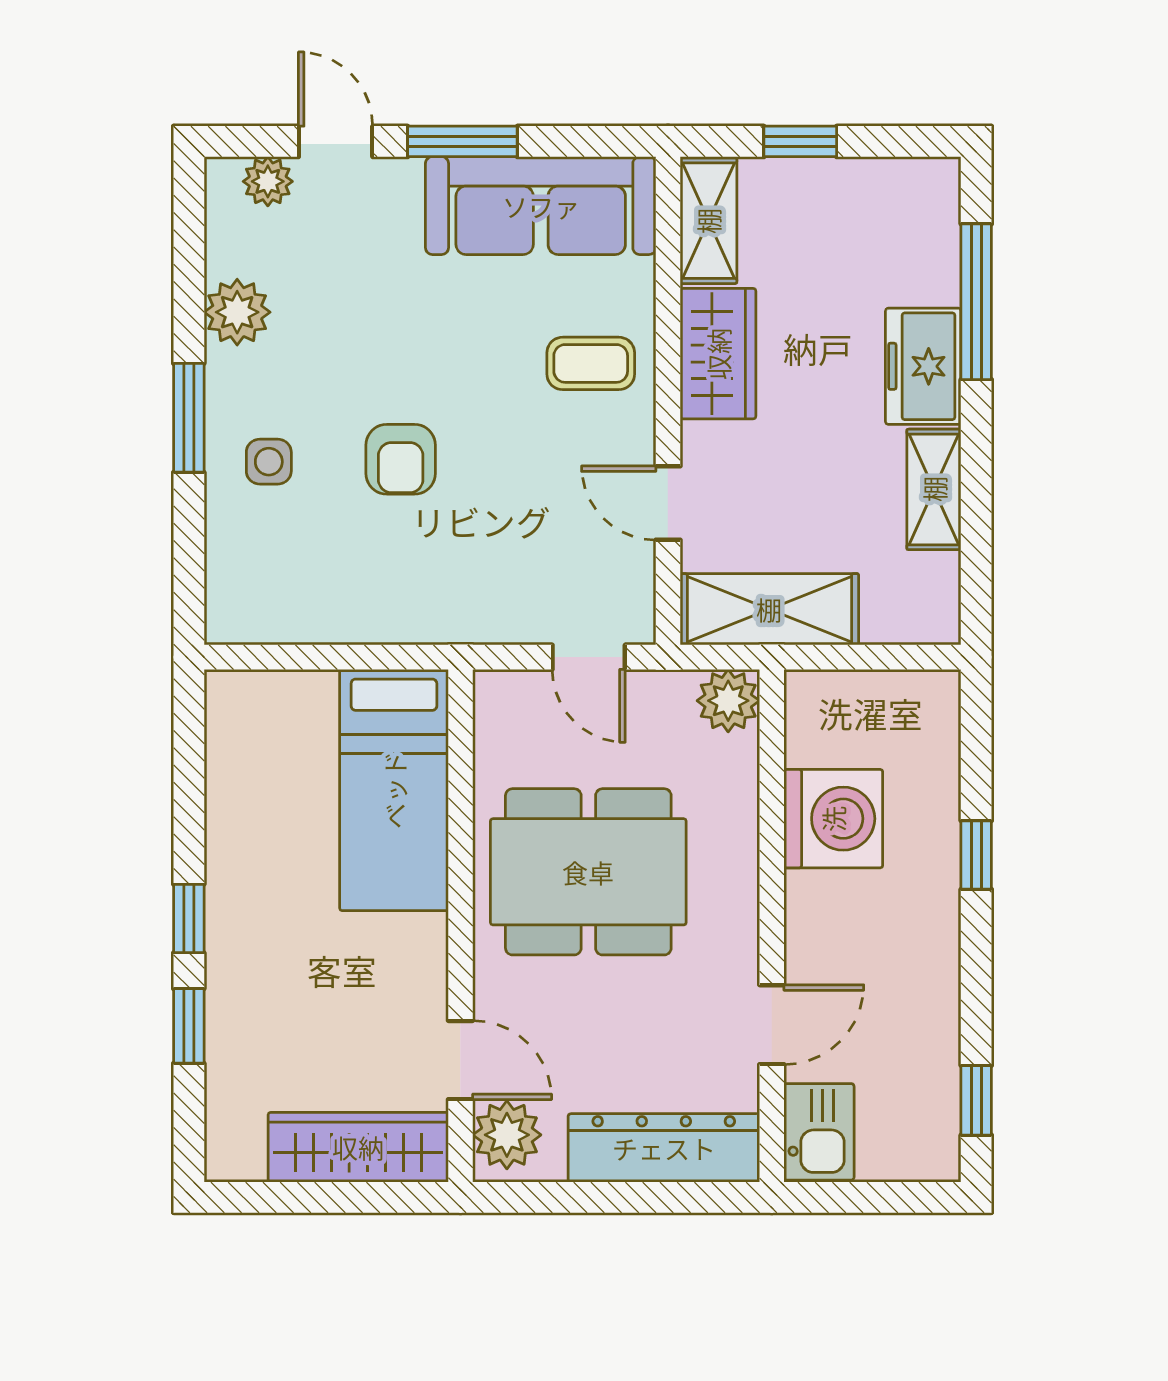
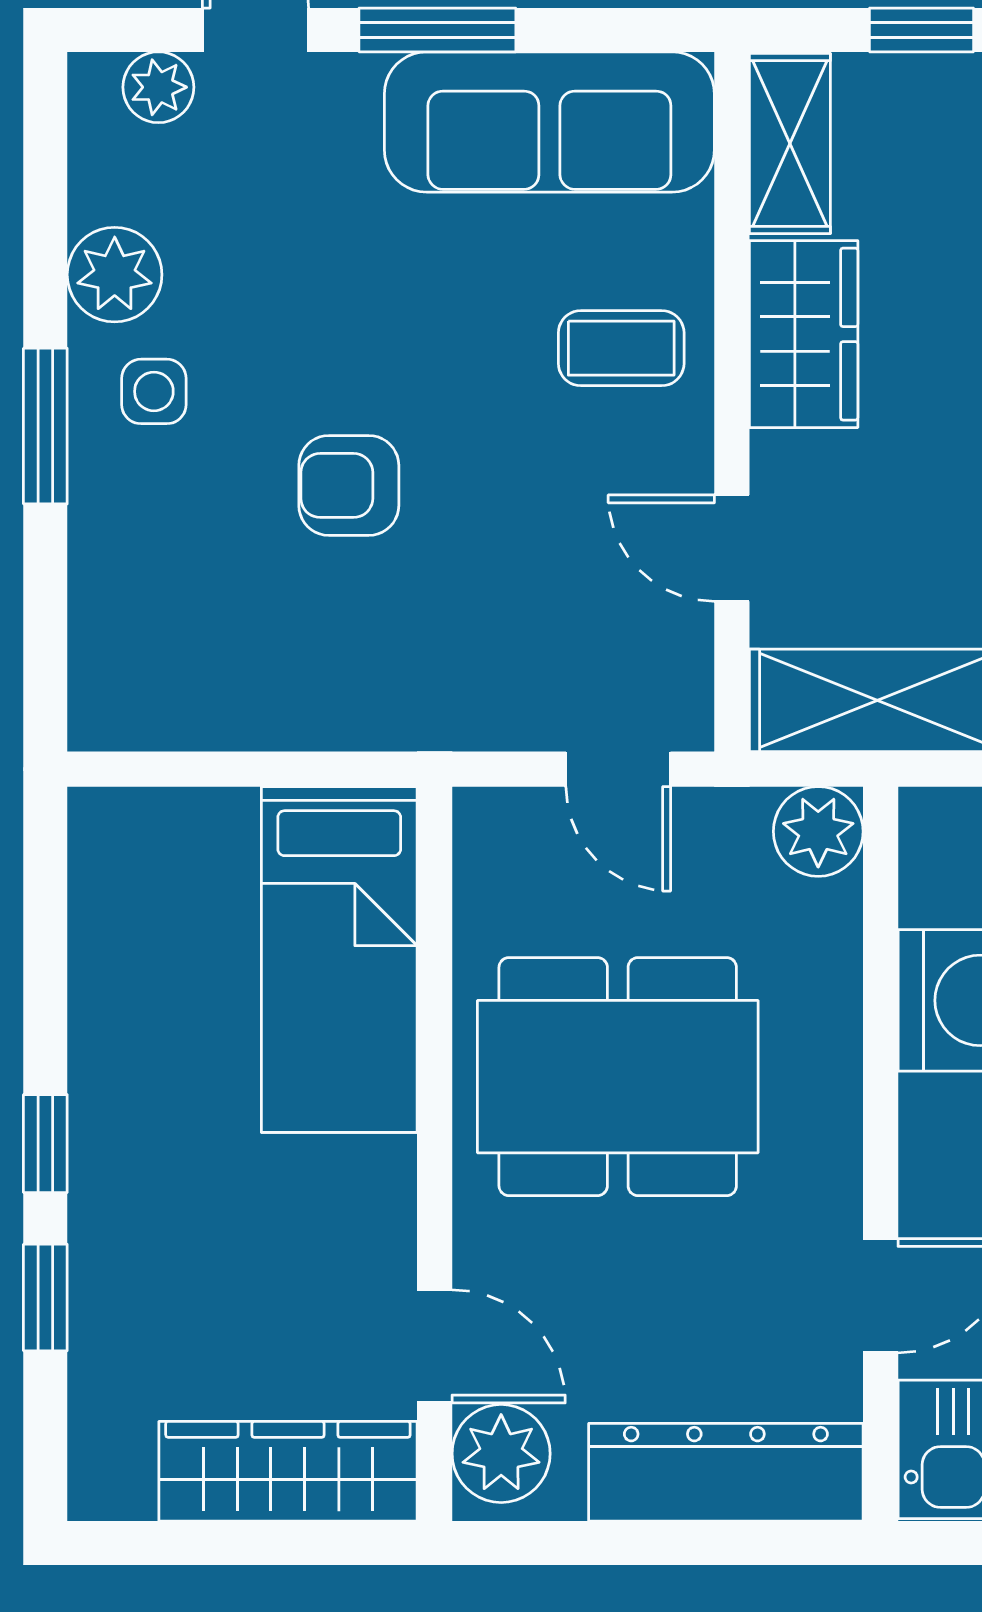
armchair: (401, 459) -> (349, 485), turned 90
side table: (269, 462) -> (154, 391), moved

